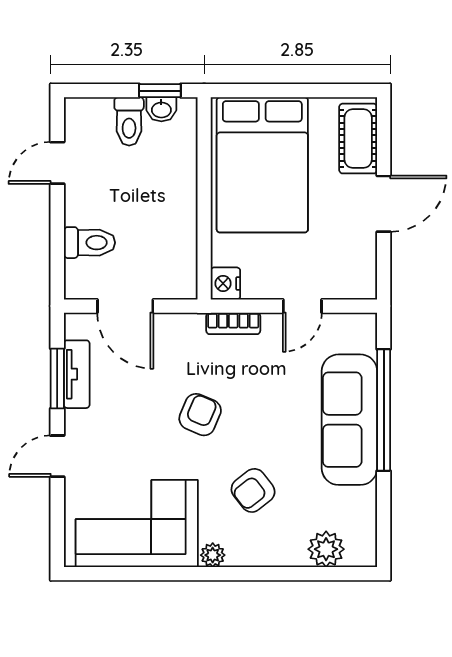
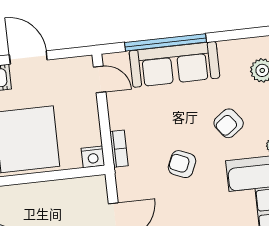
door: (302, 306) -> (100, 79), moved
armchair: (253, 490) -> (229, 123), turned 91

